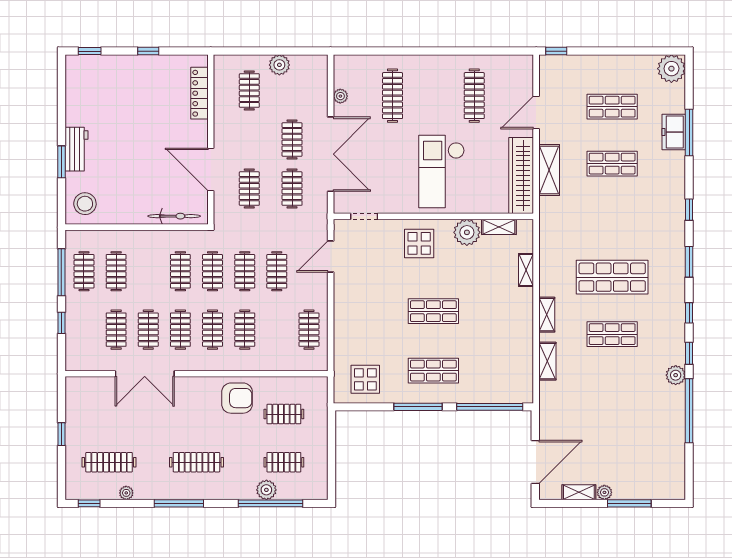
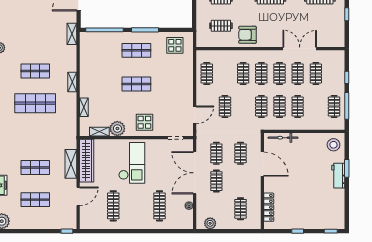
plant: (279, 65) -> (210, 223), moved
clothes rail: (116, 271) -> (298, 107), moved
clothes rail: (245, 271) -> (243, 107), removed
shelving: (547, 361) -> (72, 34), moved

